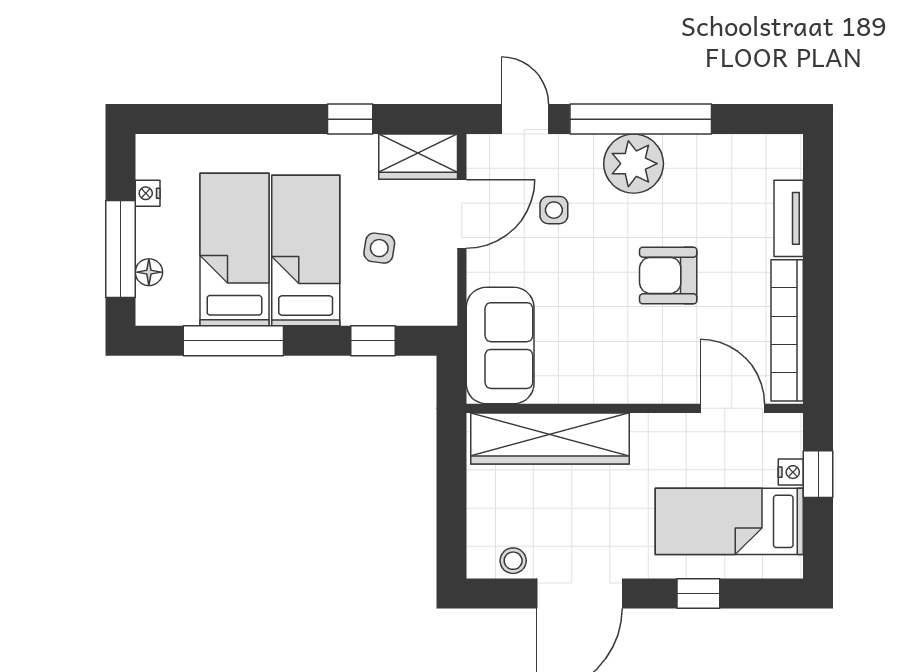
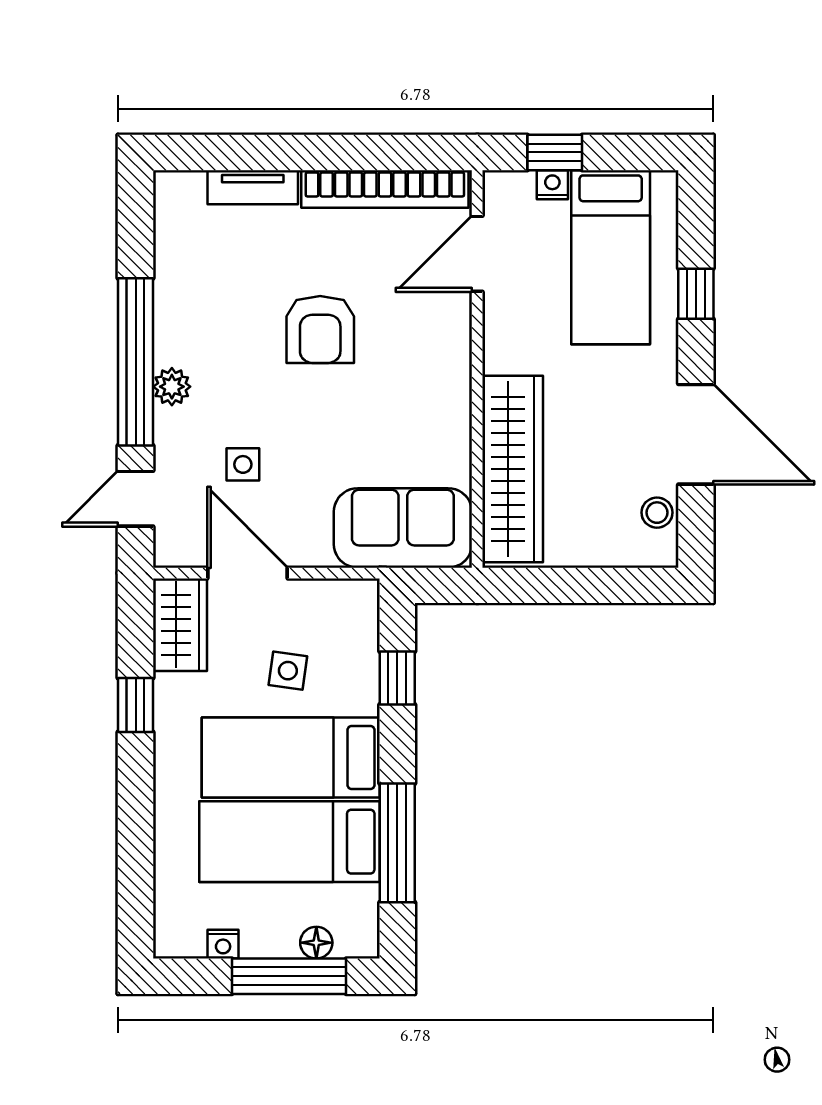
plant: (634, 164) -> (172, 387), width x0.53, depth x0.53

